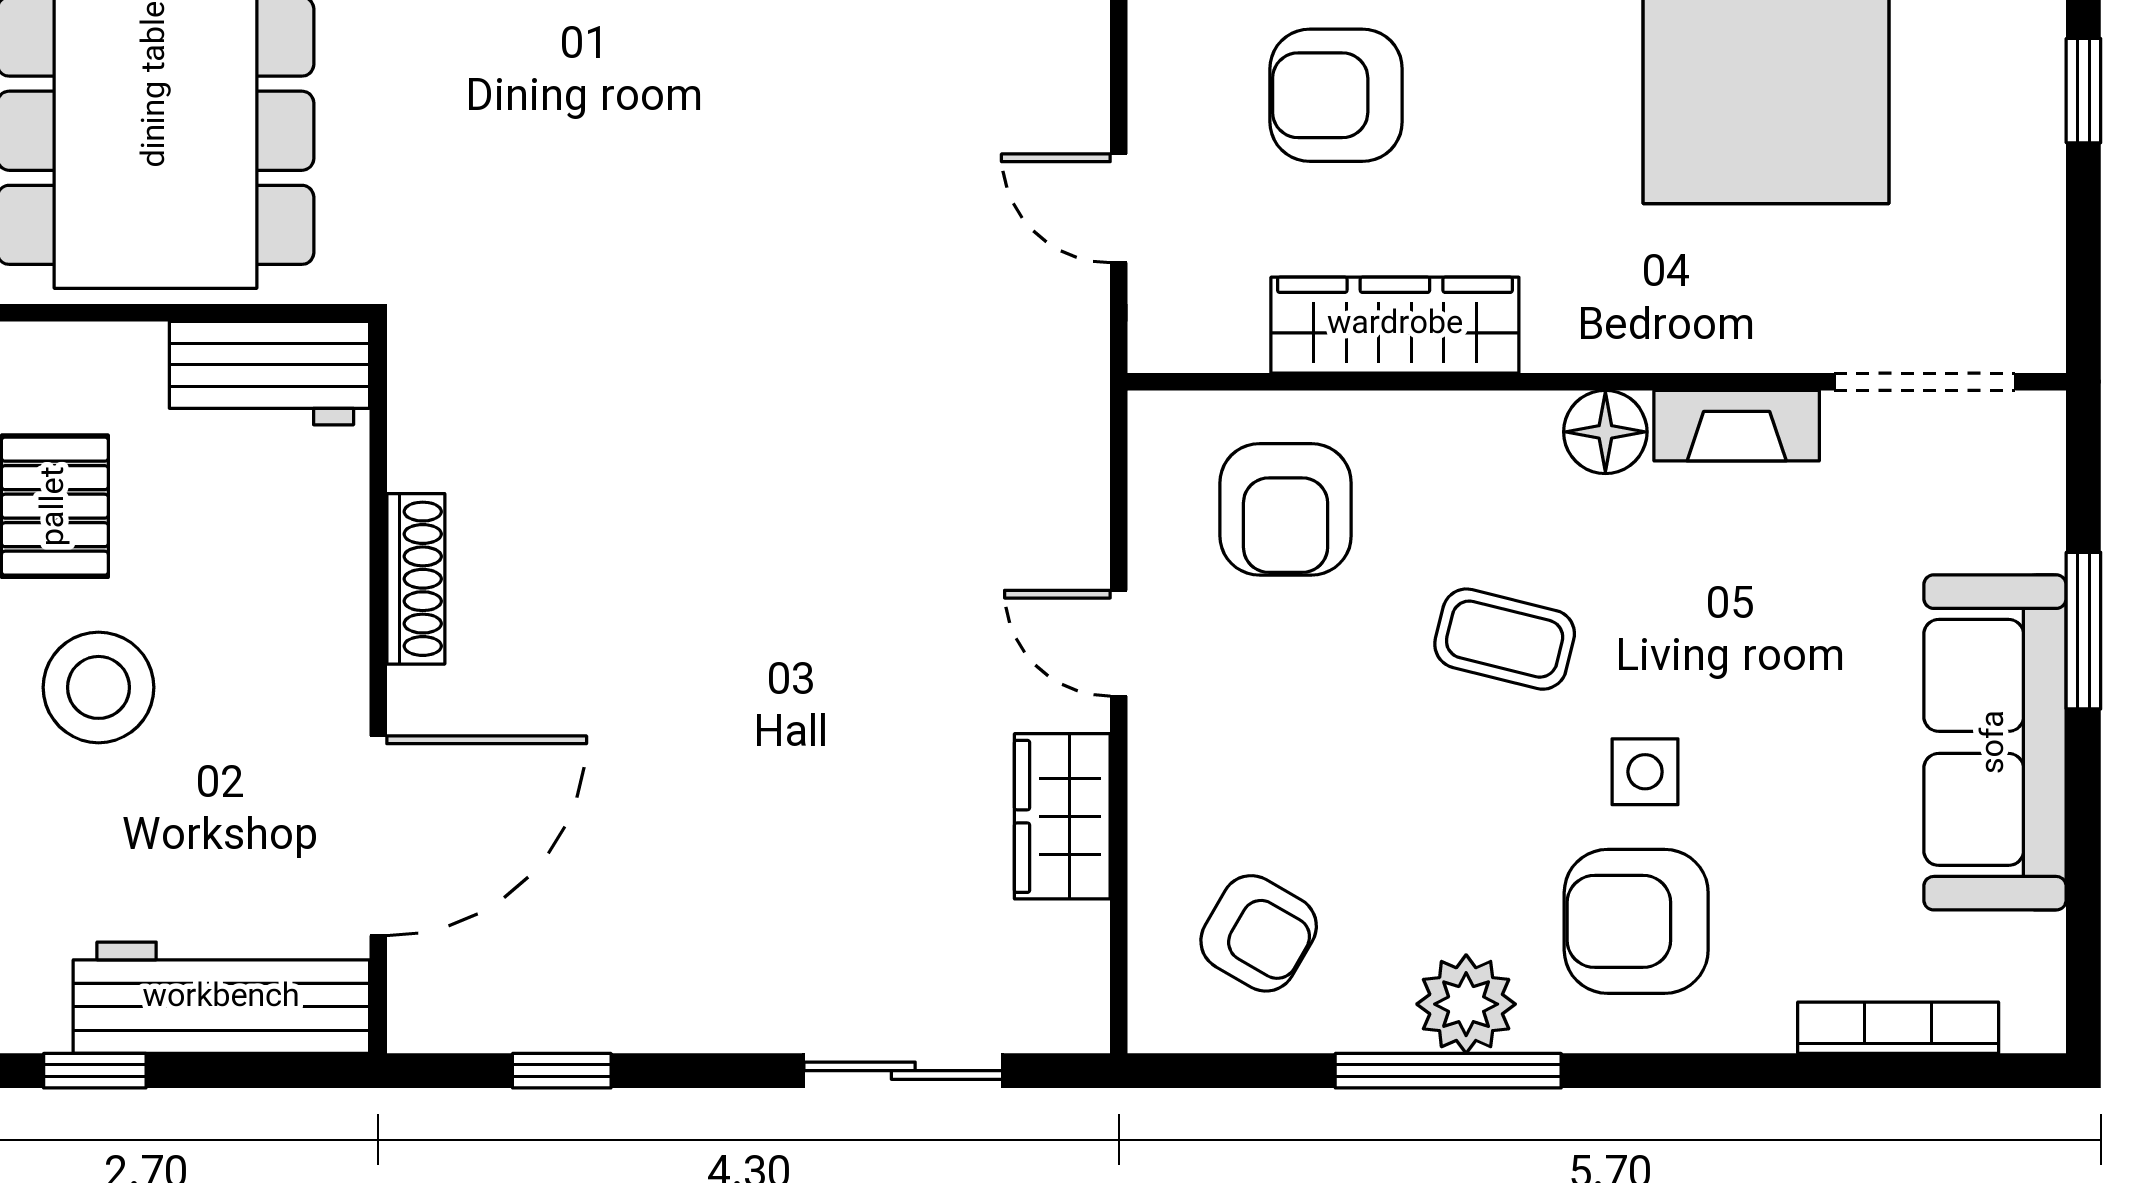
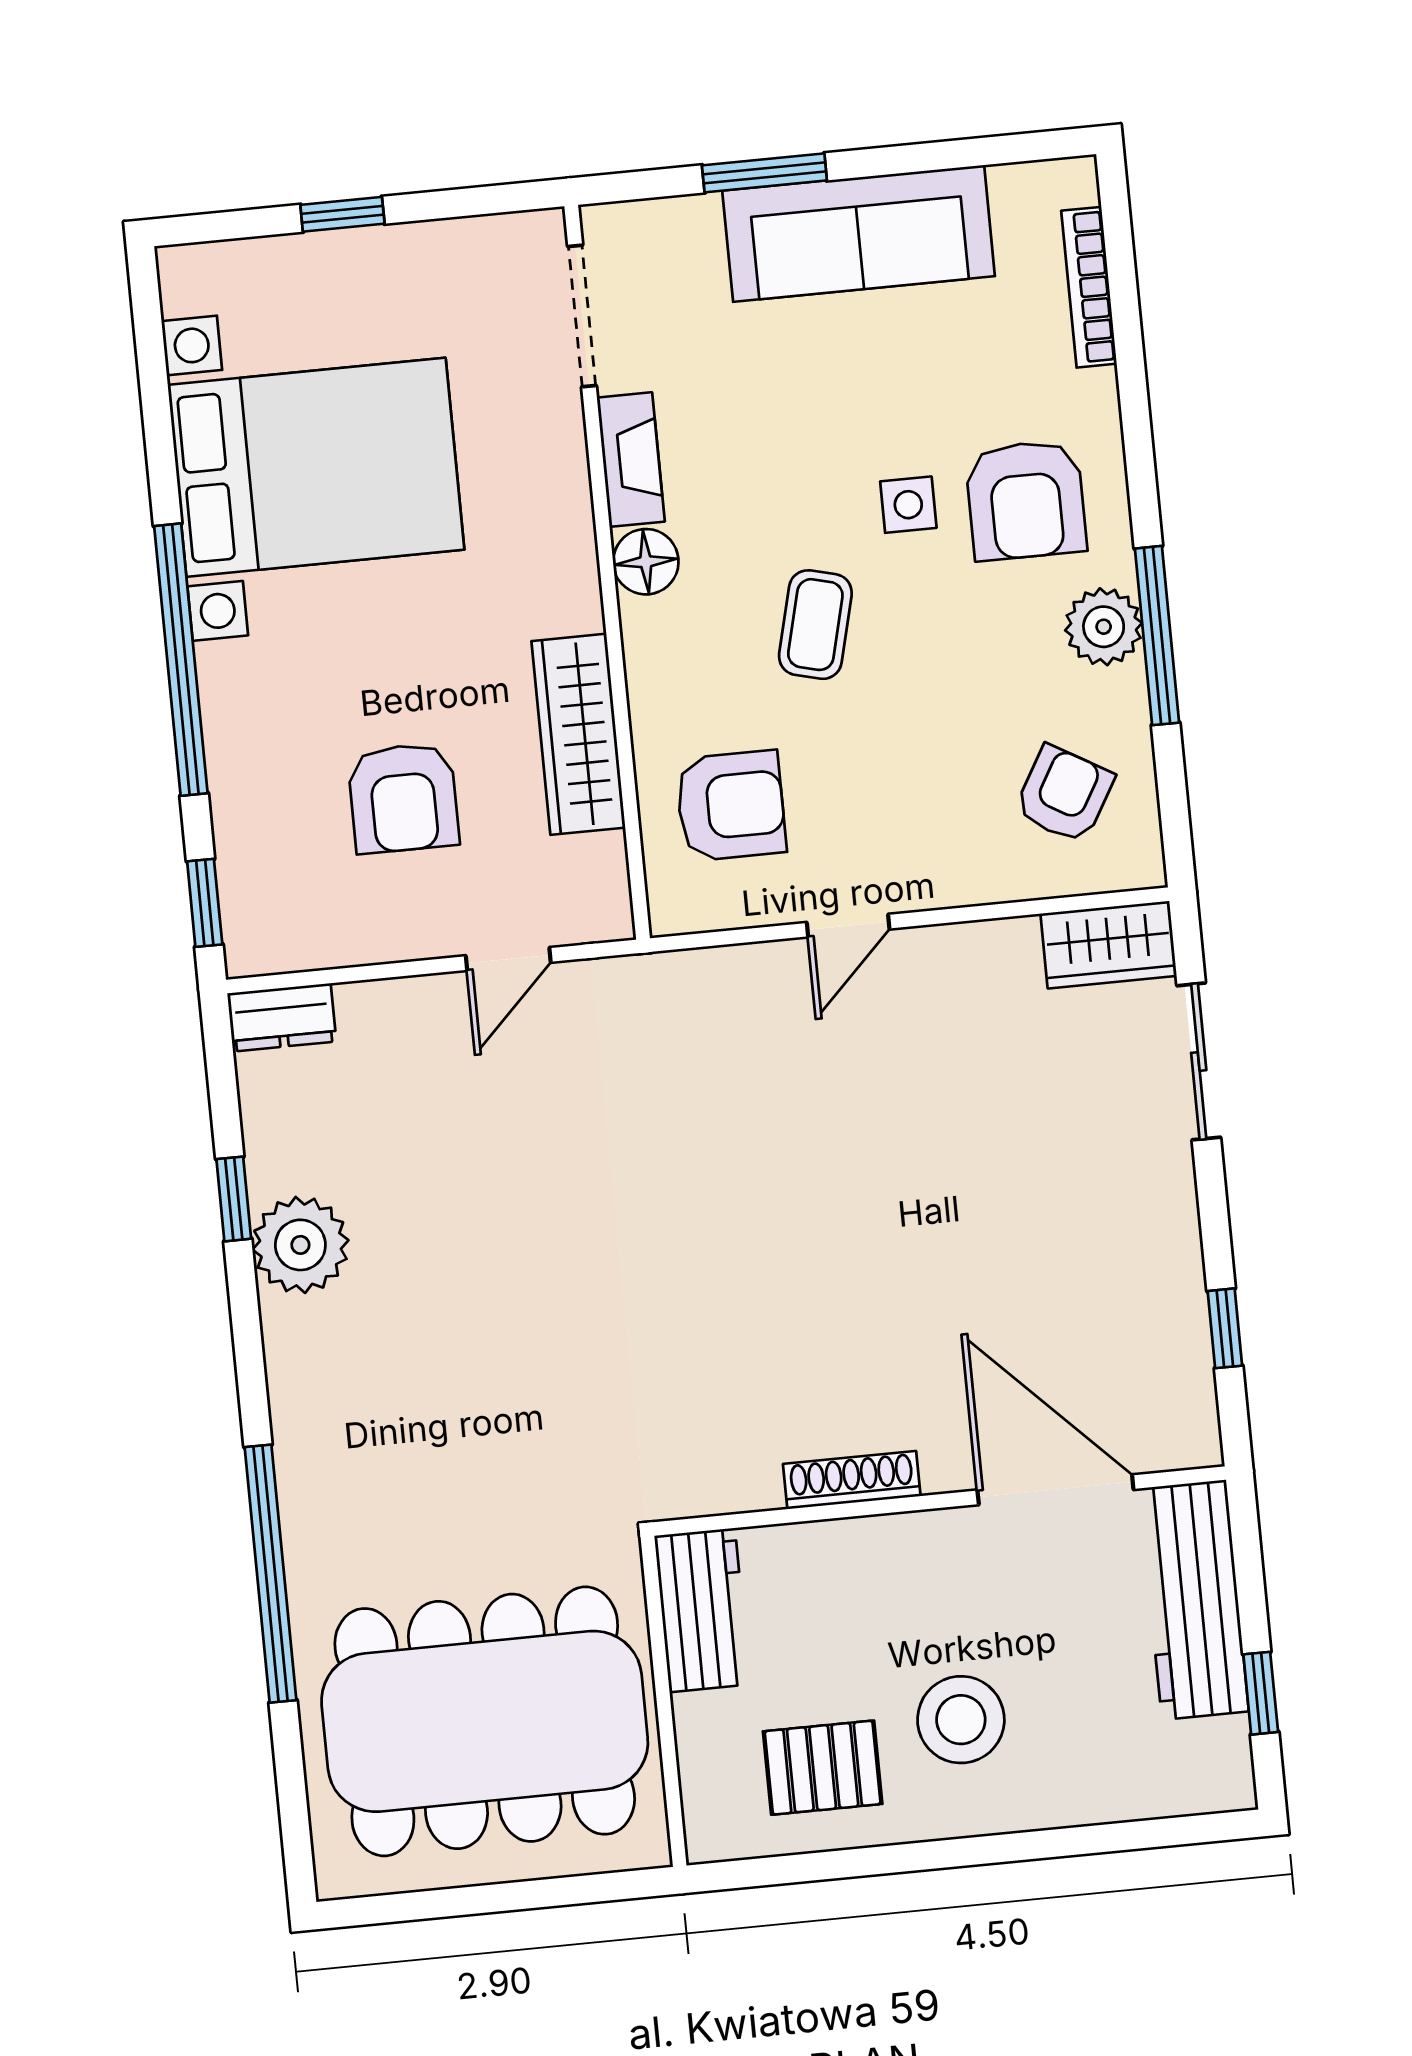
wardrobe: (1062, 816) -> (1109, 945), moved

